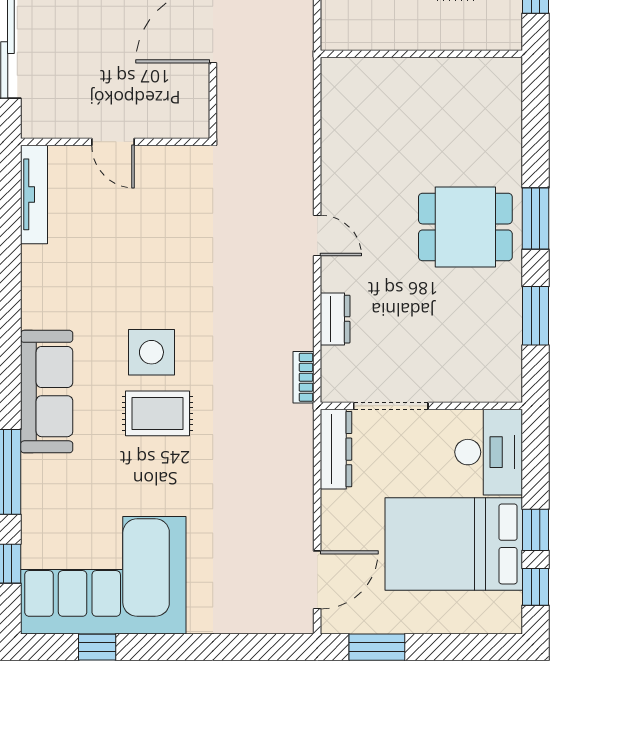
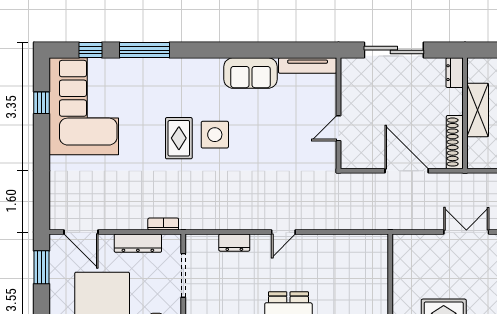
door: (113, 142) -> (338, 128), moved
bookcase: (303, 377) -> (163, 224), moved
sofa: (47, 392) -> (251, 73), moved, width x0.73
dresser: (336, 449) -> (138, 243), moved

